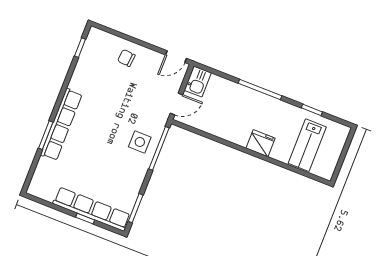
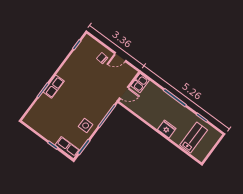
door: (176, 57) -> (120, 57), moved
row of seats: (61, 125) -> (54, 87), width x0.50
side table: (140, 142) -> (86, 126), moved
lab bench: (307, 145) -> (194, 137), turned 180
row of seats: (92, 209) -> (67, 148), width x0.50

